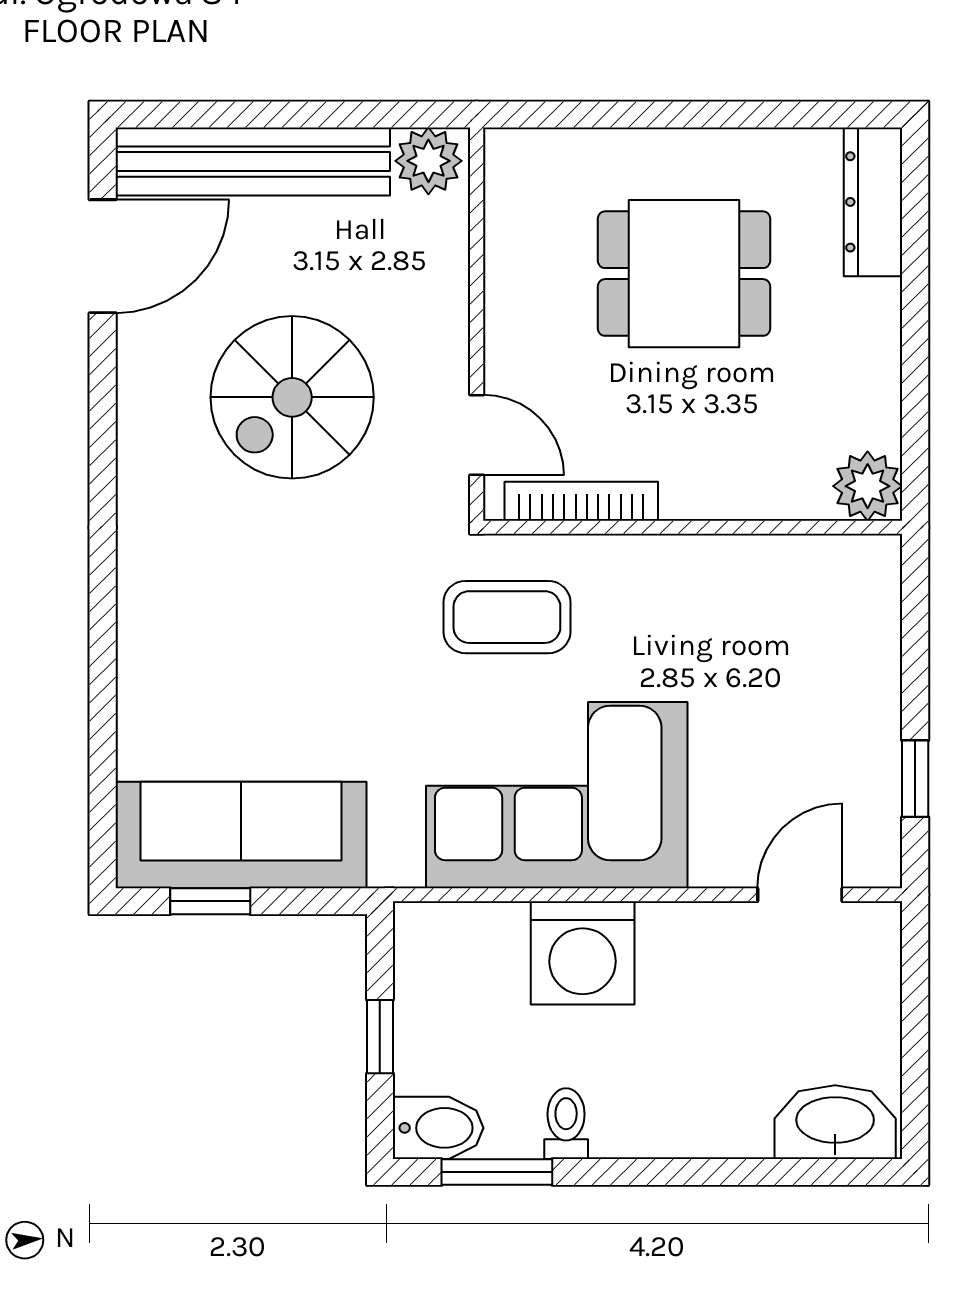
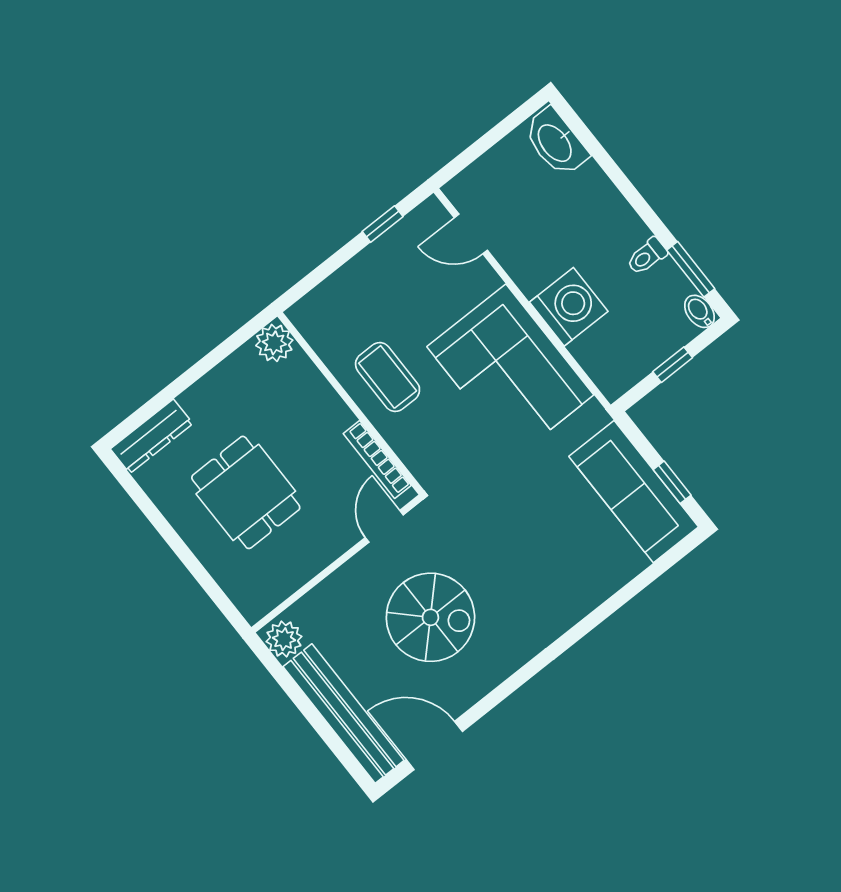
coffee table: (507, 617) -> (388, 377), moved
bidet: (438, 1128) -> (699, 311), width x0.72, depth x0.74

